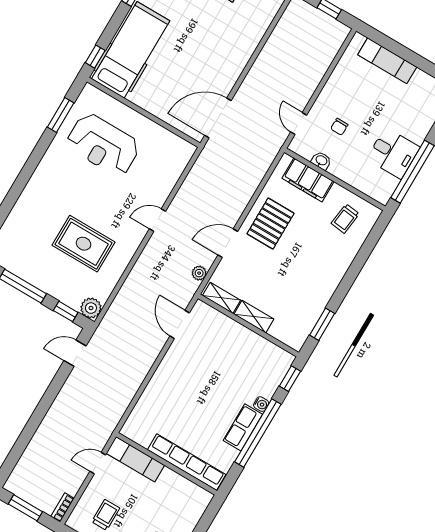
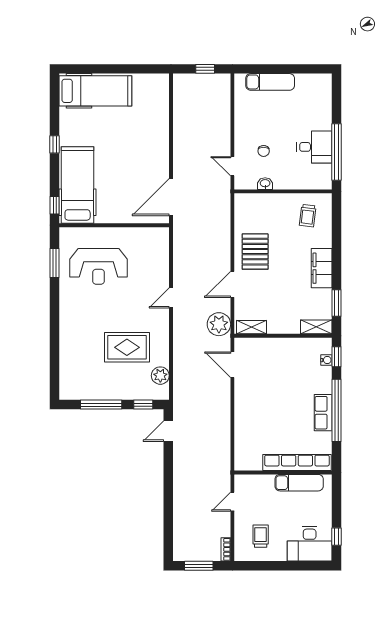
filing cabinet: (308, 180) -> (322, 268), moved, turned 90
plant: (199, 273) -> (219, 324), width x1.87, depth x1.87
plant: (91, 308) -> (160, 376), moved
shelving: (254, 317) -> (316, 327), moved
water cooler: (261, 404) -> (326, 360), moved
exam couch: (135, 459) -> (299, 483), moved

